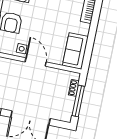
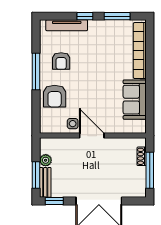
sofa: (75, 51) -> (135, 100), moved

